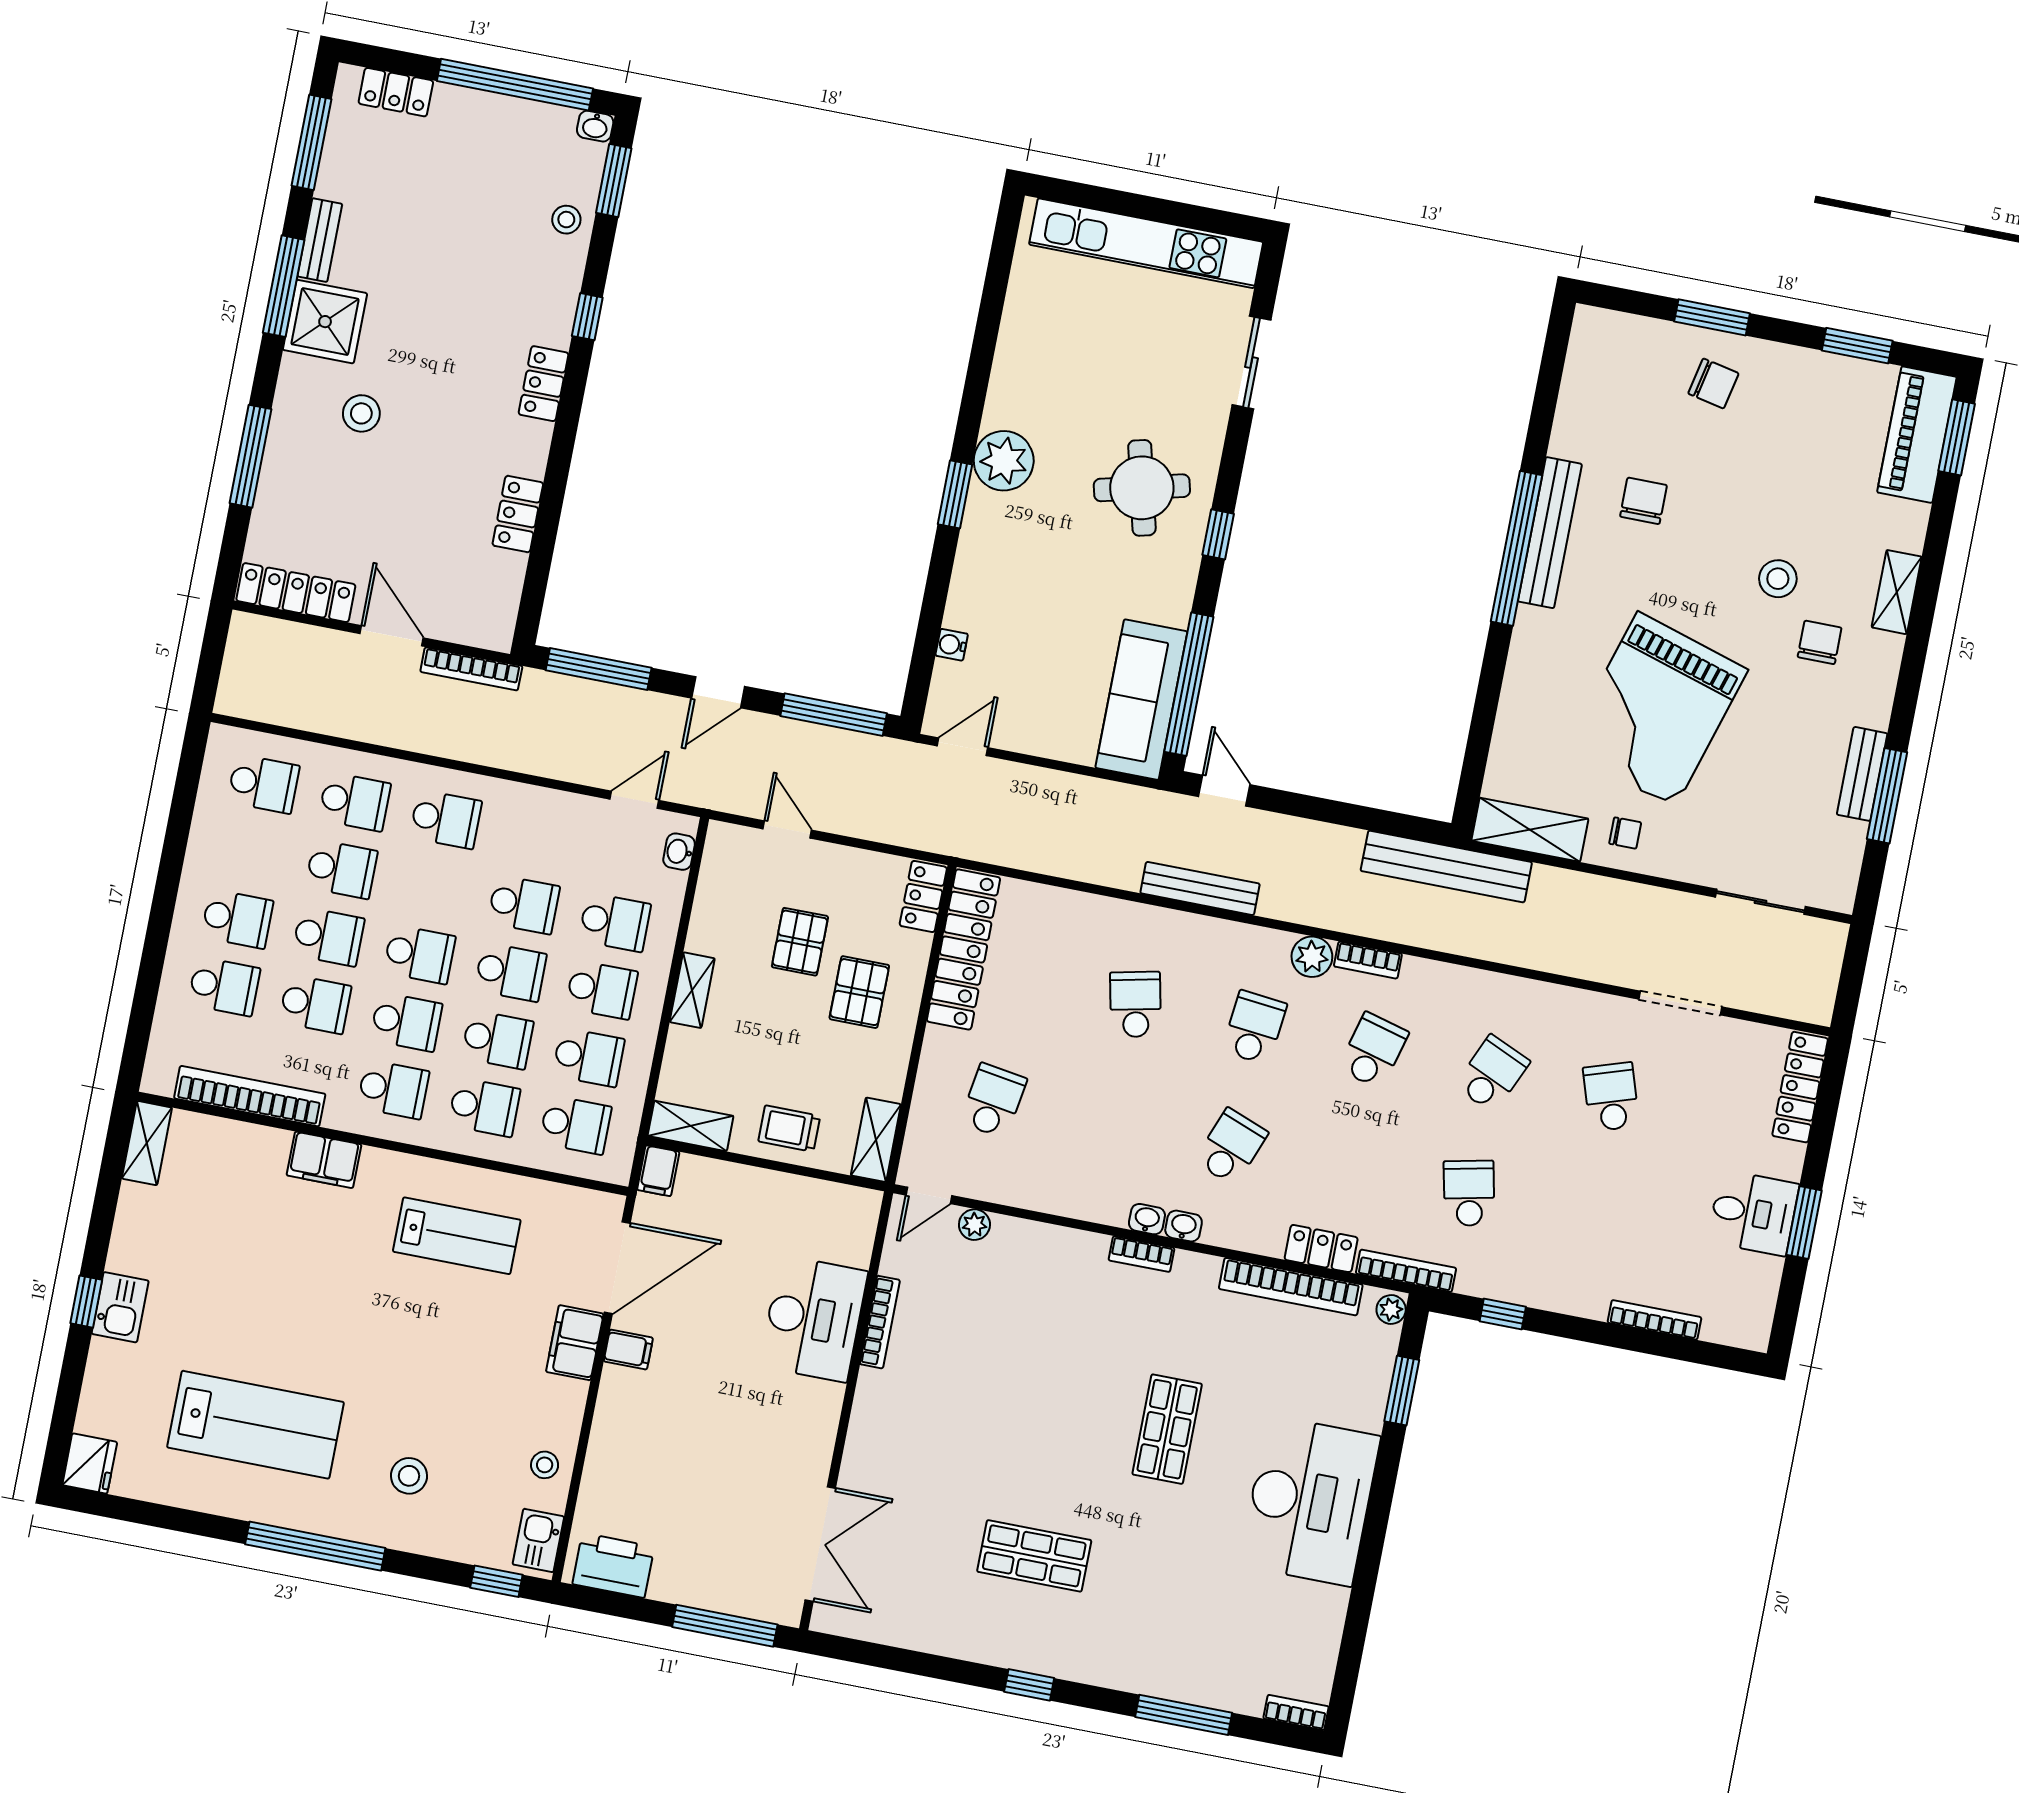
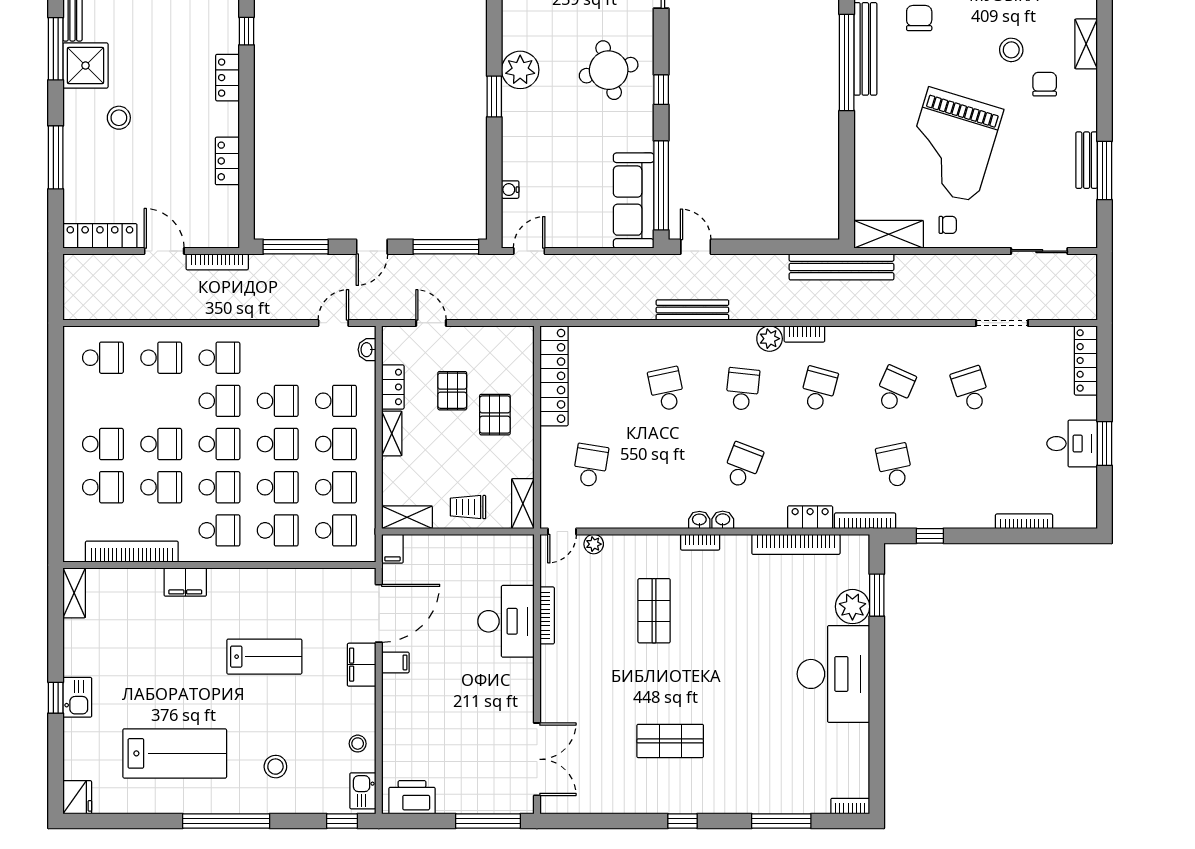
school desk: (341, 869) -> (219, 401), moved
locker: (923, 896) -> (393, 387), moved, turned 180
lab bench: (457, 1236) -> (264, 657), moved
plant: (1391, 1310) -> (852, 607), moved, width x1.88, depth x1.88
shop shelf: (1167, 1429) -> (654, 611), moved

